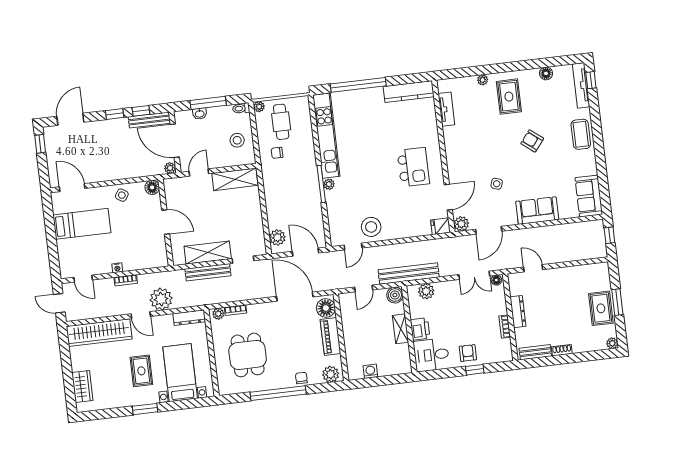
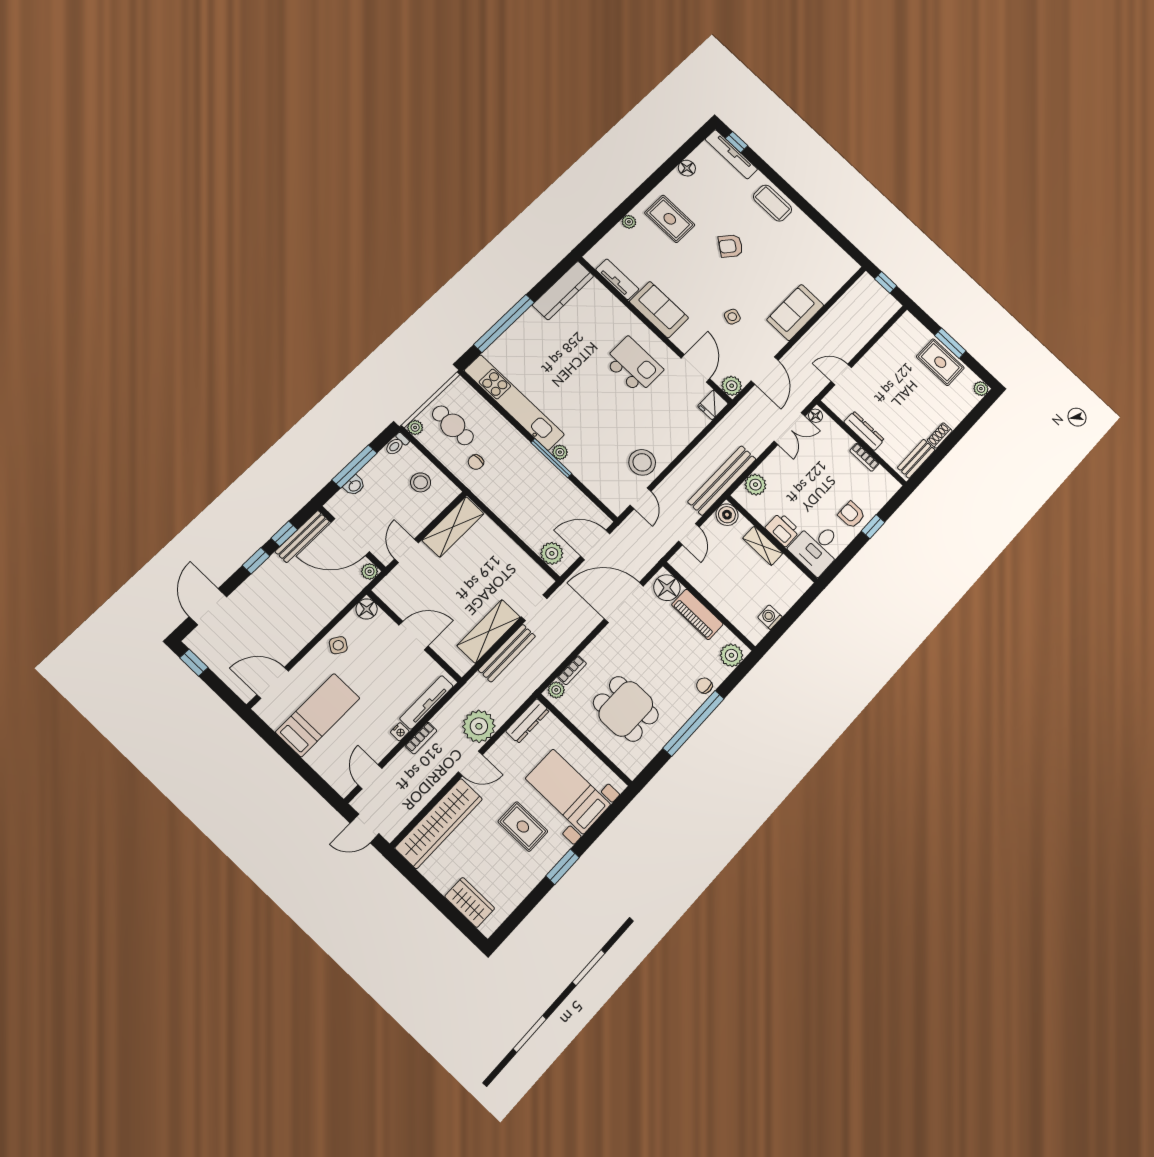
sofa: (589, 196) -> (659, 310), moved, turned 180
tv unit: (144, 264) -> (426, 702), added
door: (83, 279) -> (370, 777), swing flipped

